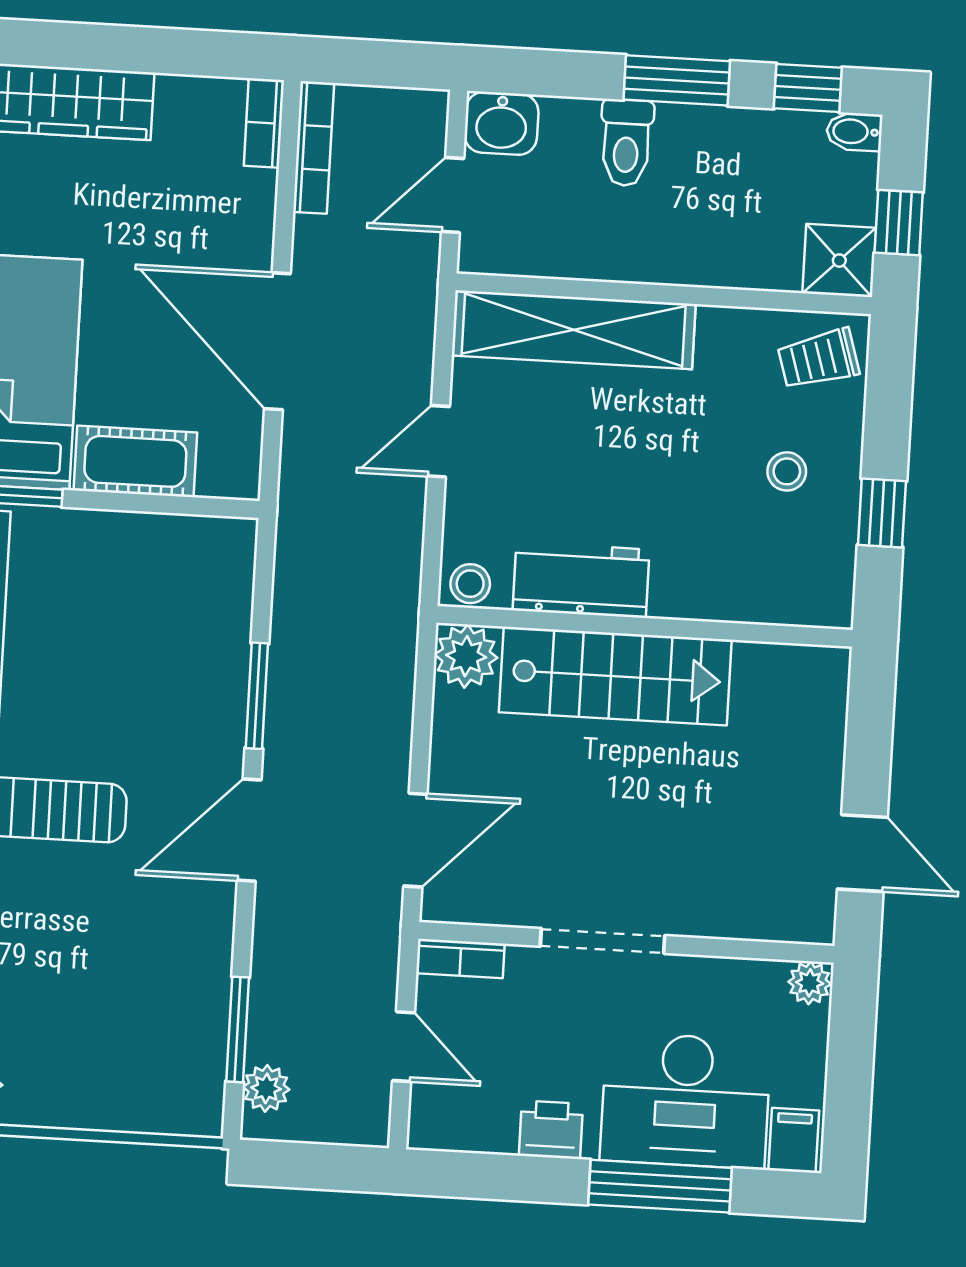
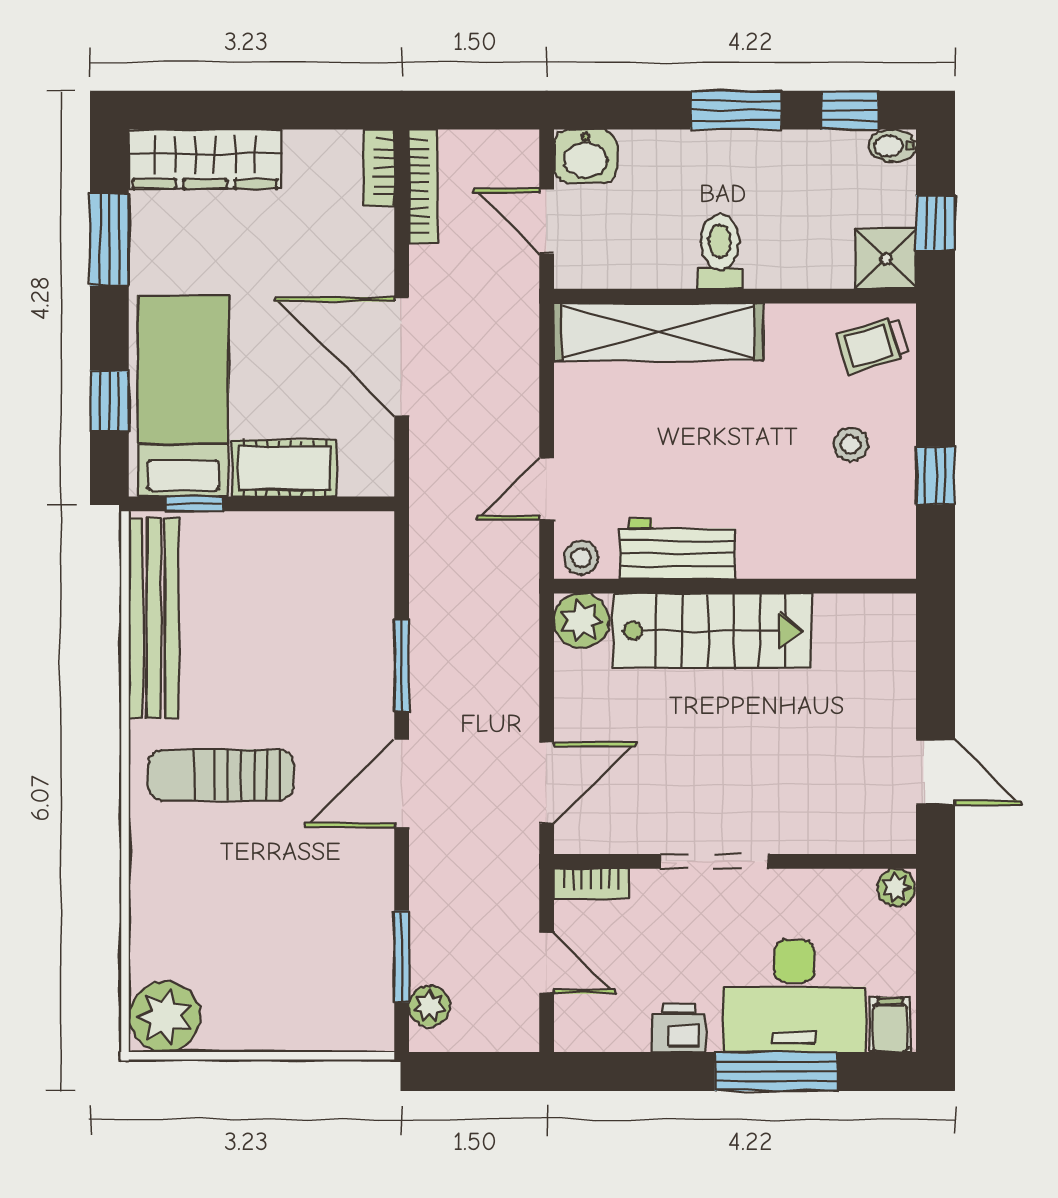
toilet: (626, 143) -> (720, 252), moved, turned 180
door: (453, 195) -> (547, 221), hinge flipped
door: (438, 441) -> (547, 489), moved

